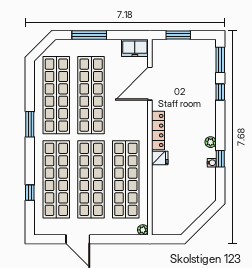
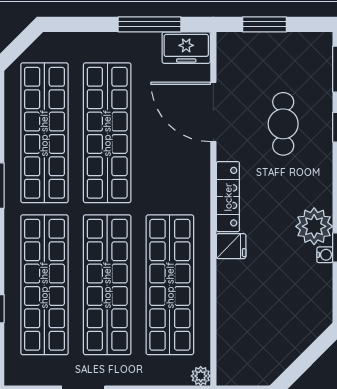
window: (89, 35) -> (150, 24), moved
door: (150, 84) -> (213, 112), hinge flipped
cafe table: (189, 90) -> (283, 124), added
plant: (211, 142) -> (314, 226), width x1.88, depth x1.88

